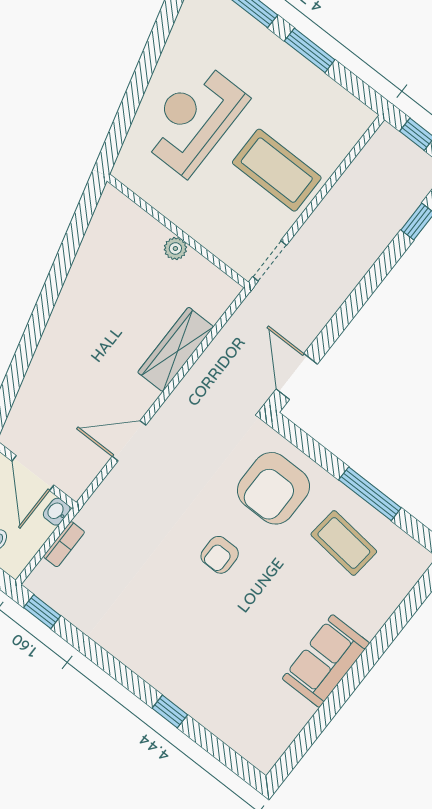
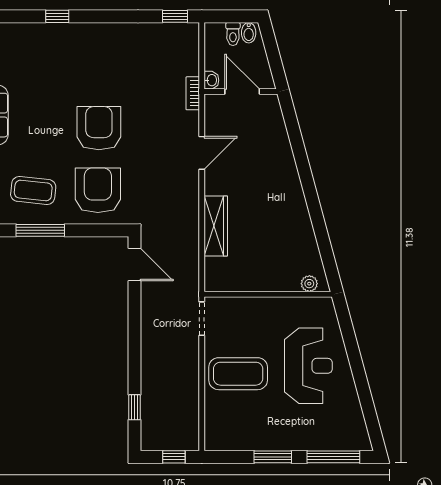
plant: (175, 248) -> (309, 284), moved
bookcase: (64, 544) -> (193, 93), moved
armchair: (220, 555) -> (99, 128), width x1.88, depth x1.88

